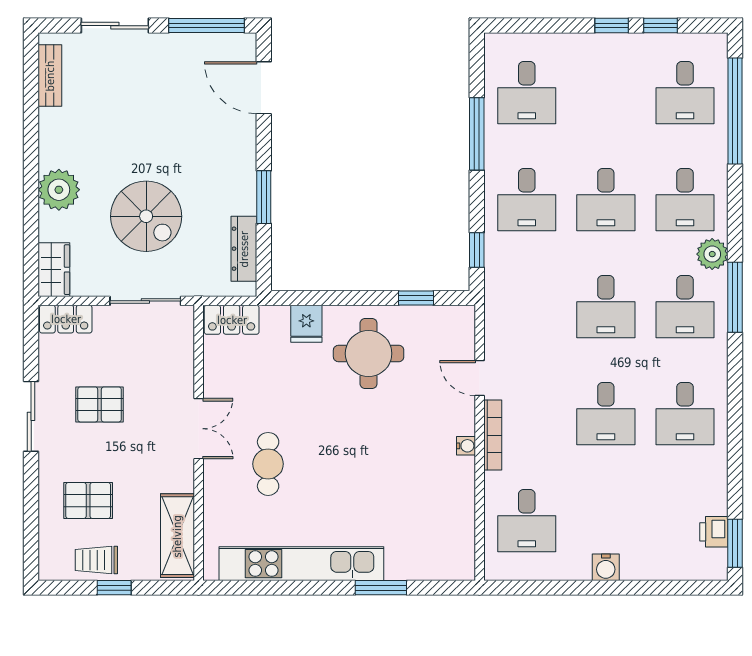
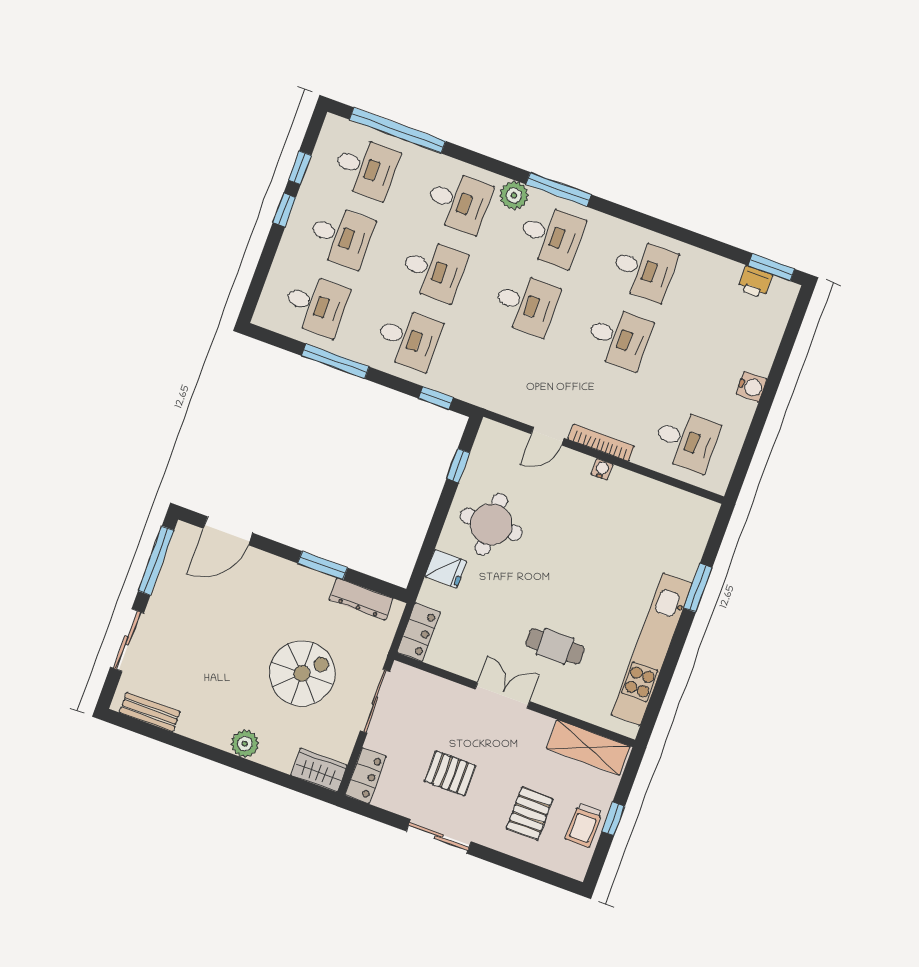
desk: (606, 93) -> (341, 236), added
plant: (59, 190) -> (245, 744), width x0.73, depth x0.73
pallet: (100, 404) -> (450, 773), turned 90

